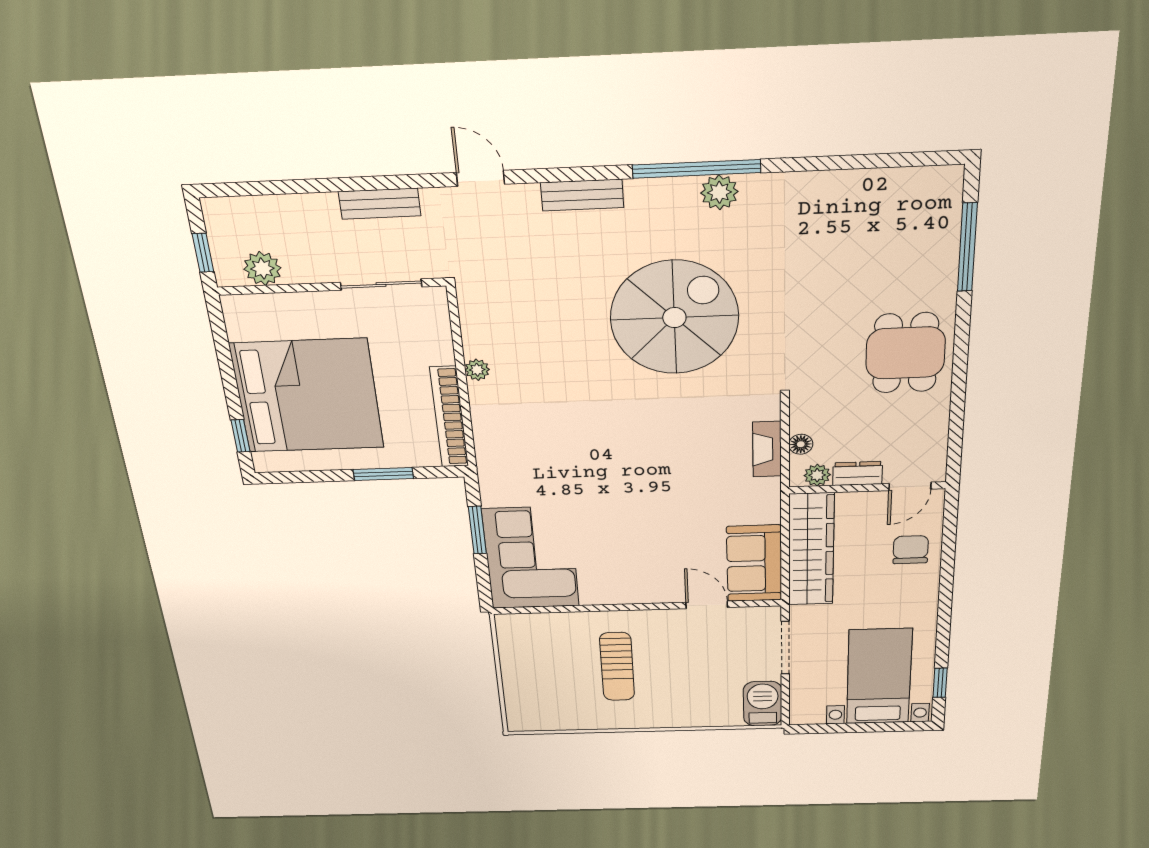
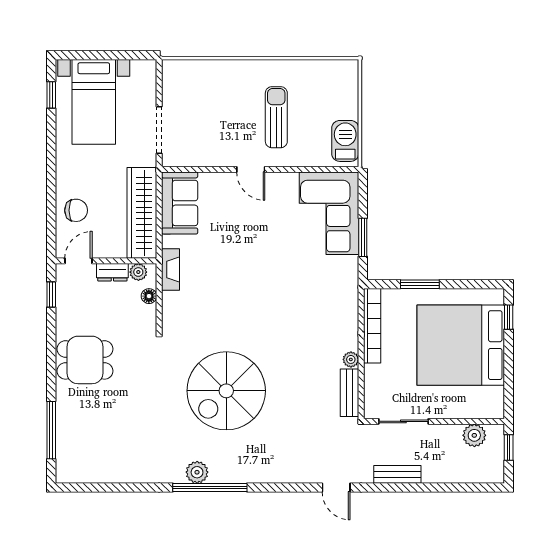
bench: (582, 195) -> (350, 393), moved, turned 90
dining table: (905, 353) -> (85, 360), turned 90
window: (955, 441) -> (51, 295), added
fireplace: (767, 449) -> (171, 270), moved
chair: (911, 550) -> (76, 210), turned -90
door: (707, 605) -> (251, 169), moved
barbecue: (763, 704) -> (345, 141), moved, turned 180

